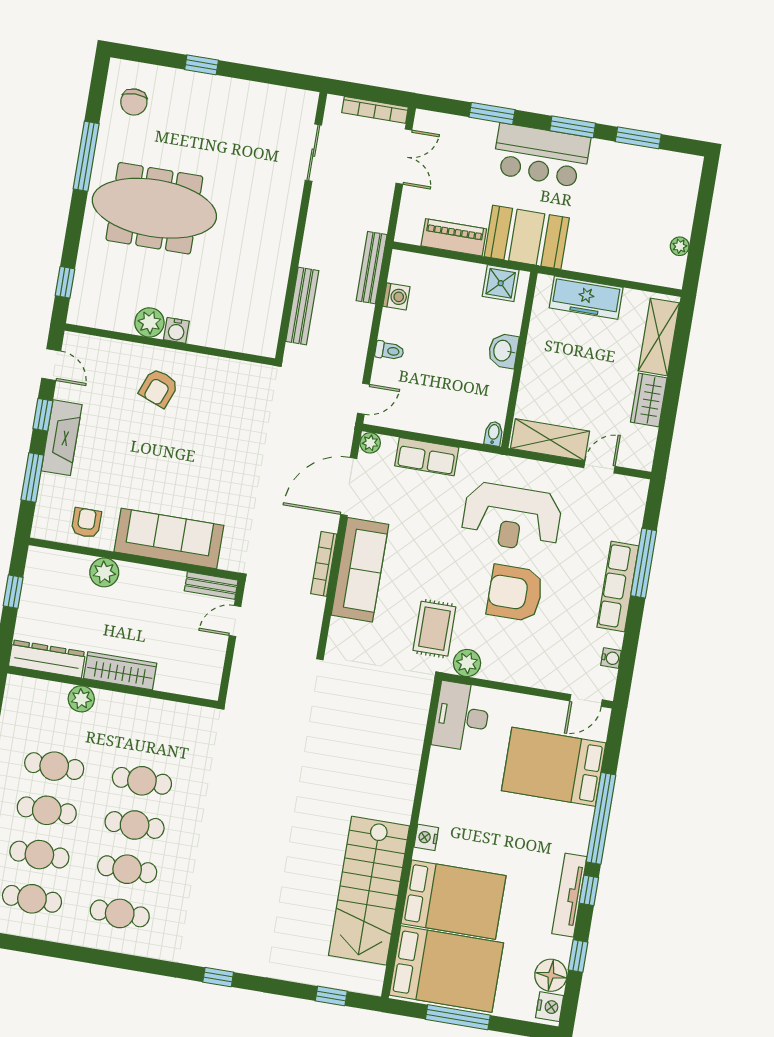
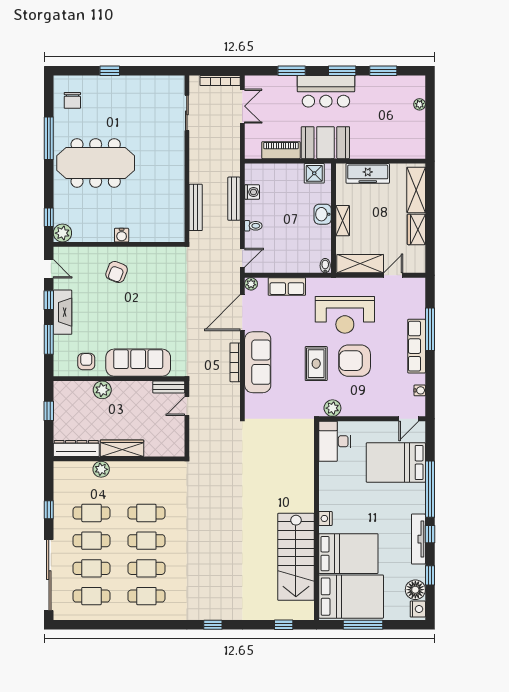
plant: (680, 246) -> (420, 104), moved
bench: (372, 268) -> (234, 199), moved
plant: (149, 322) -> (62, 233), moved
shelving: (533, 366) -> (343, 221), added
rug: (434, 629) -> (316, 364), moved

